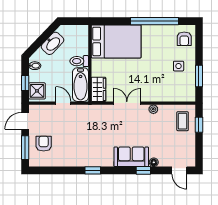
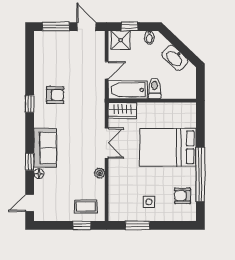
armchair: (184, 39) -> (182, 196), moved
bed: (116, 41) -> (168, 147), moved, turned 90
armchair: (44, 144) -> (55, 95), moved

